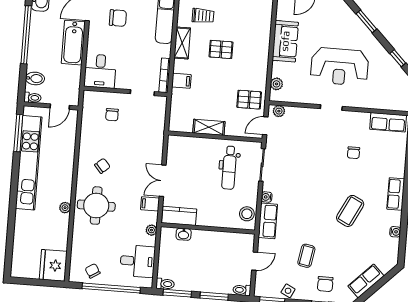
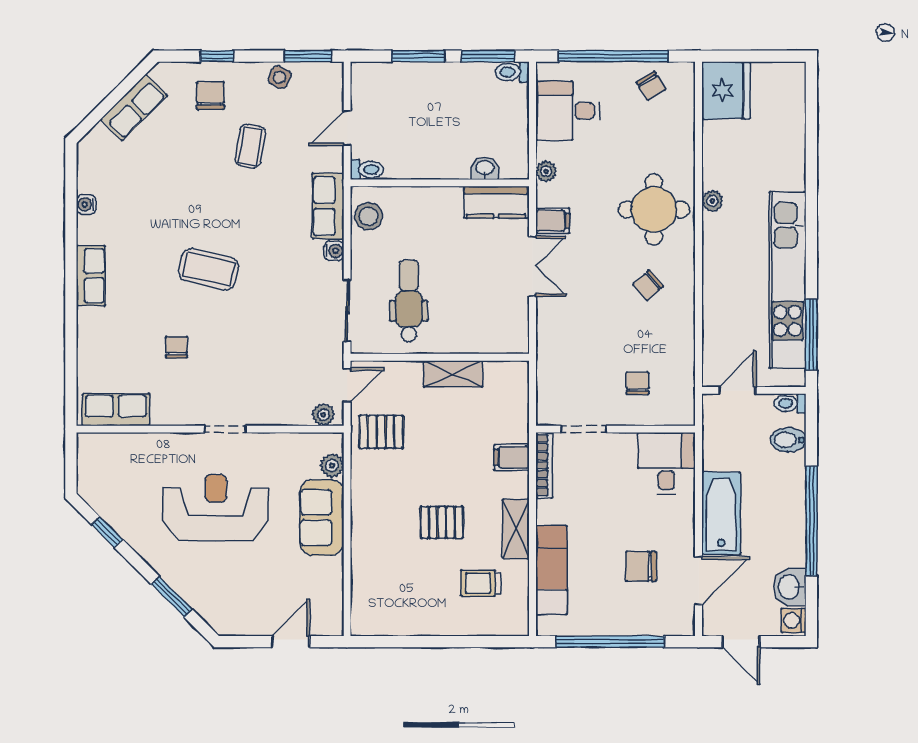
sofa: (285, 41) -> (322, 518), moved
coffee table: (350, 211) -> (209, 269), moved, turned 76
toilet: (242, 290) -> (367, 170), moved

